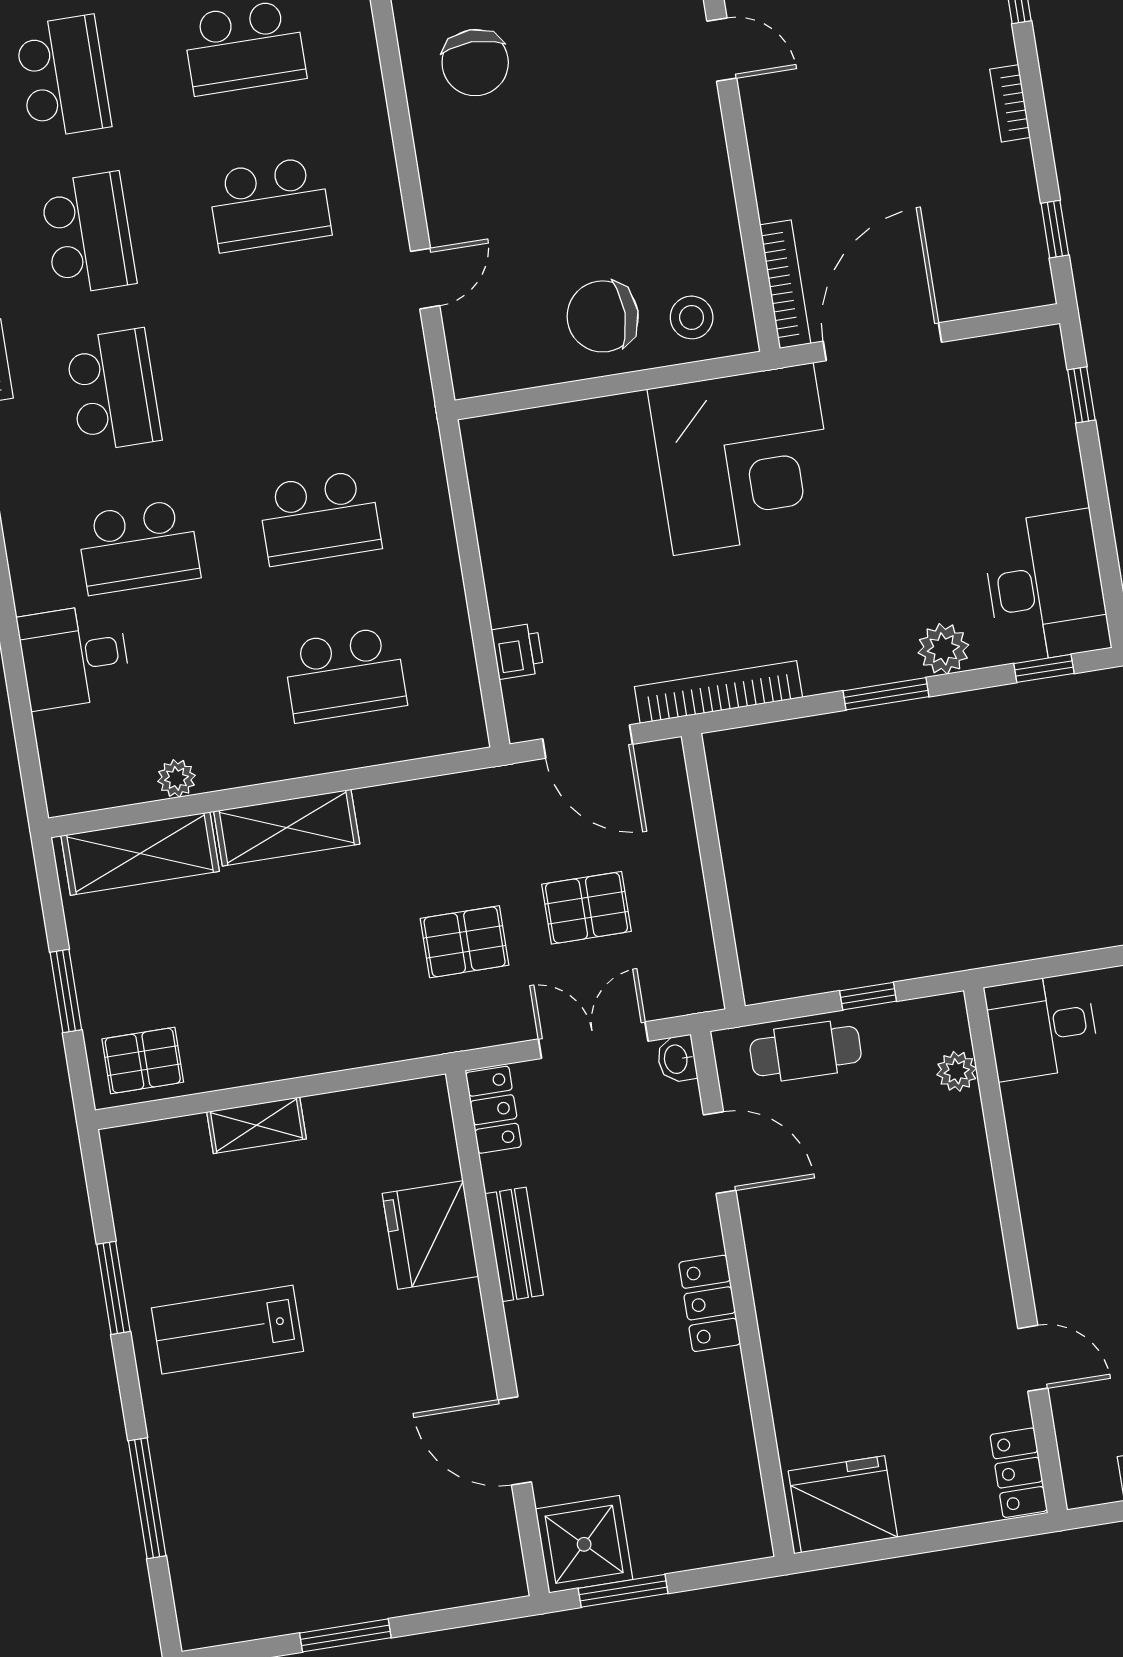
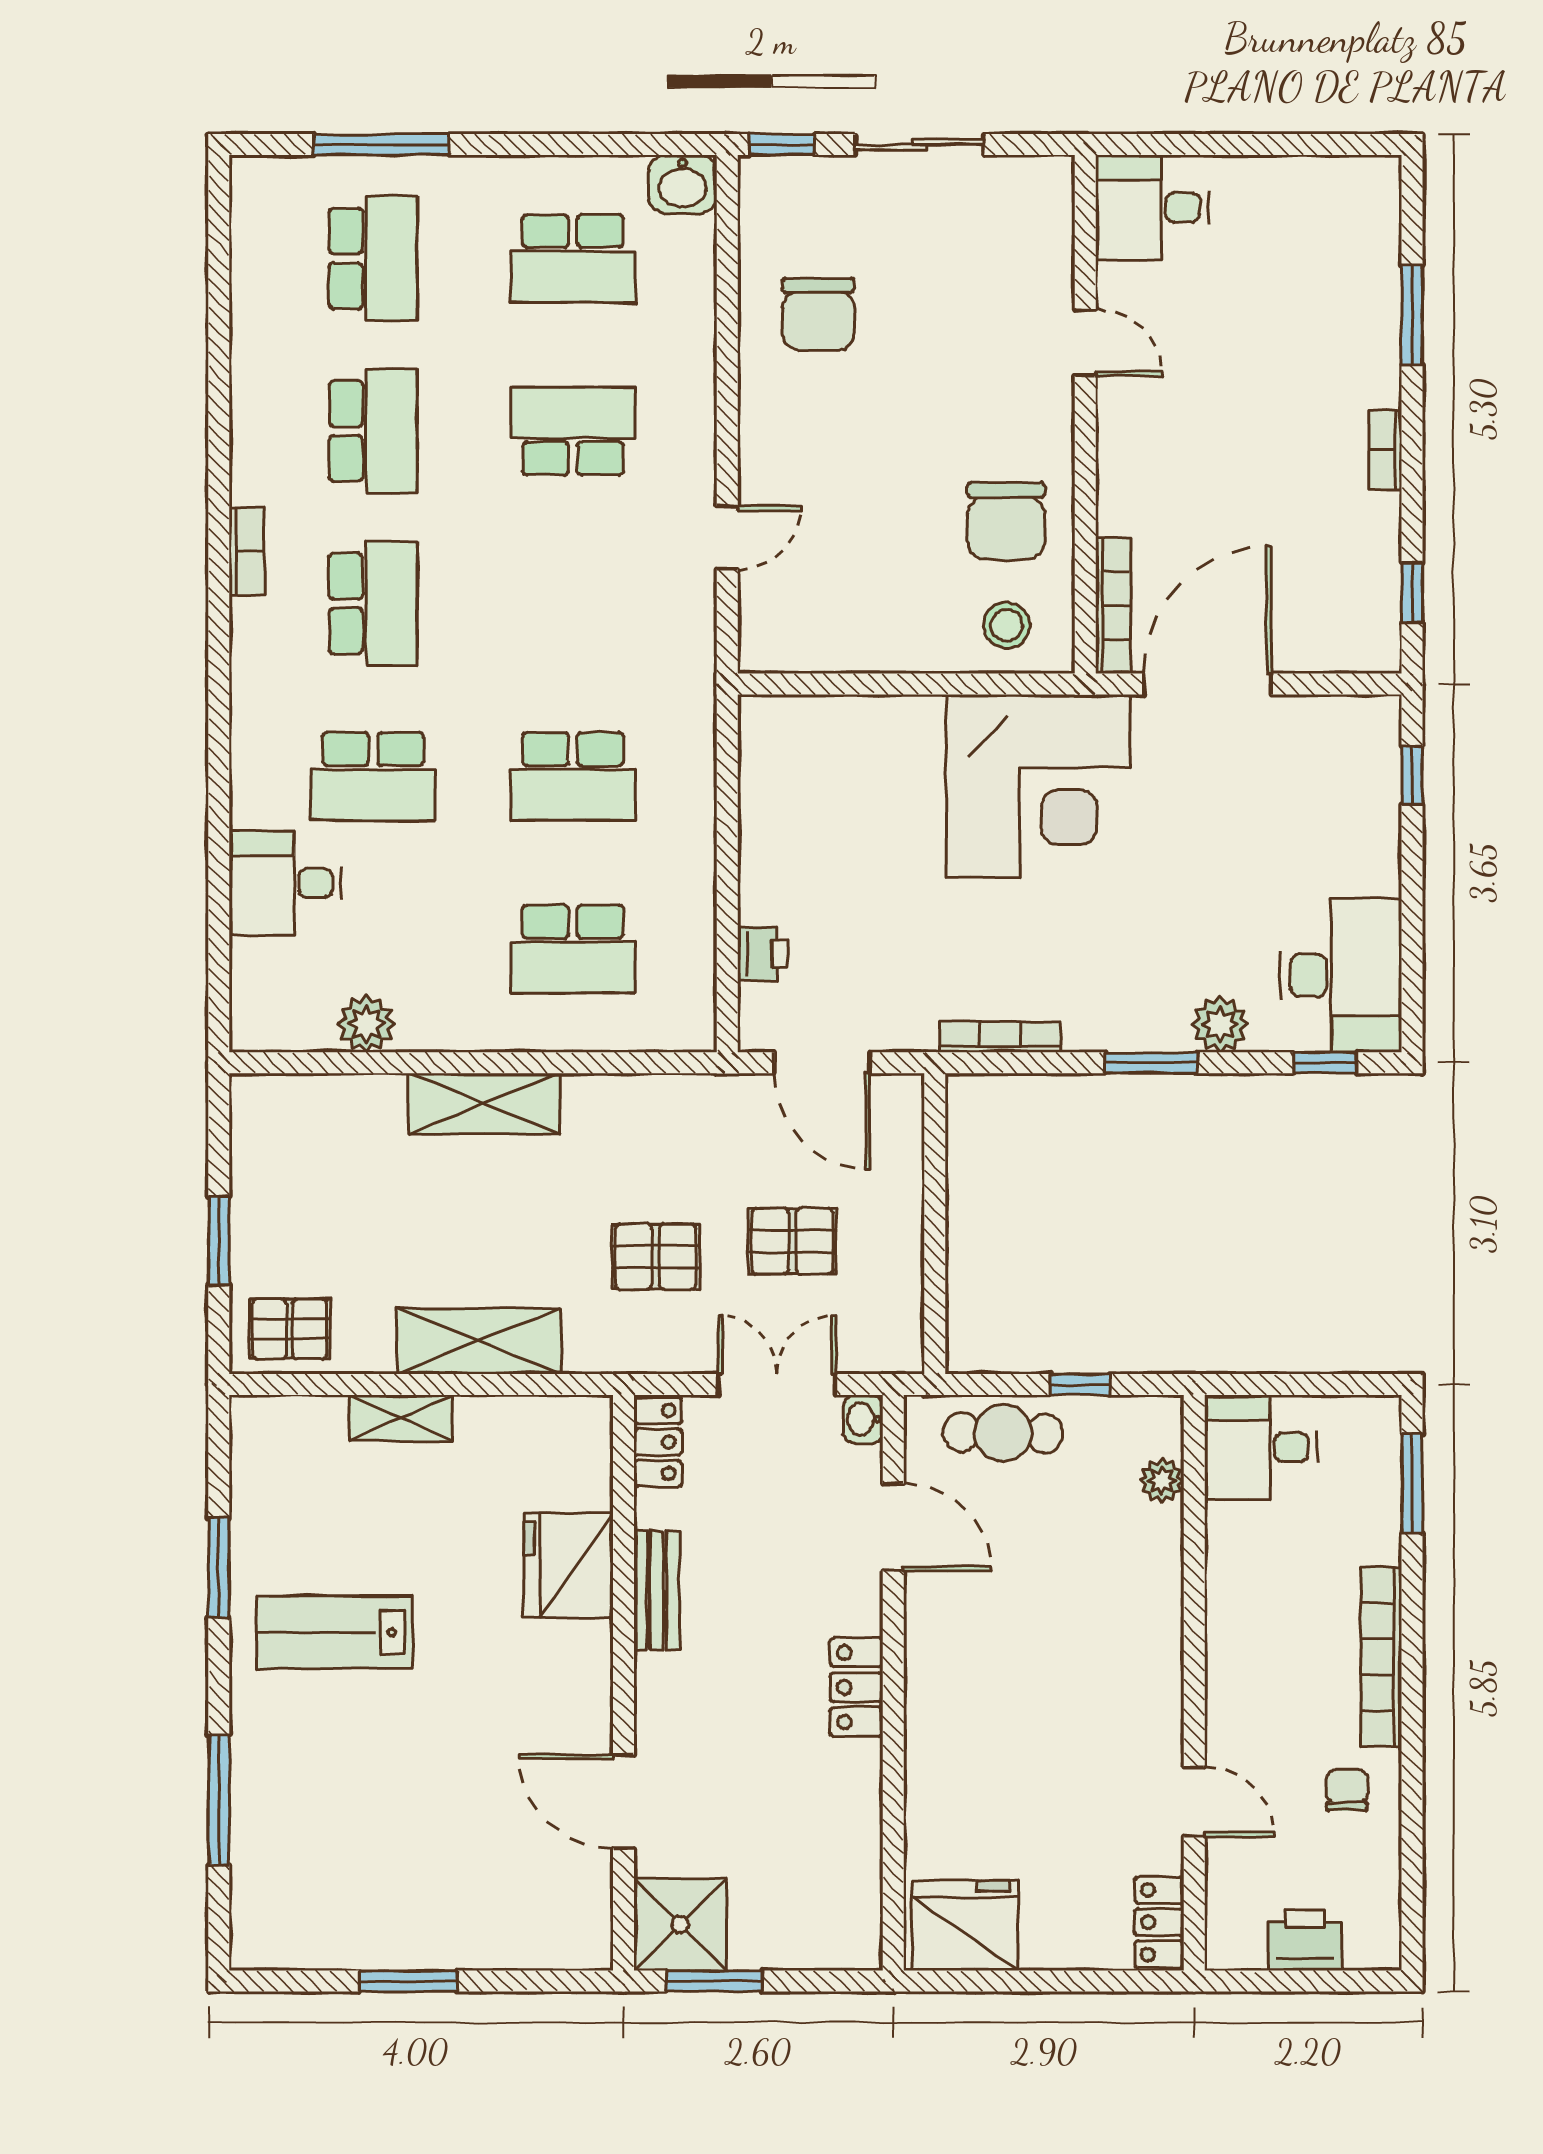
school desk: (270, 204) -> (573, 431), turned 180
chair: (603, 316) -> (1006, 521), moved, turned -90
bookcase: (718, 692) -> (1000, 1037), width x0.68, depth x0.76
plant: (176, 778) -> (366, 1024), width x1.38, depth x1.38
shelving: (140, 853) -> (479, 1341), moved

